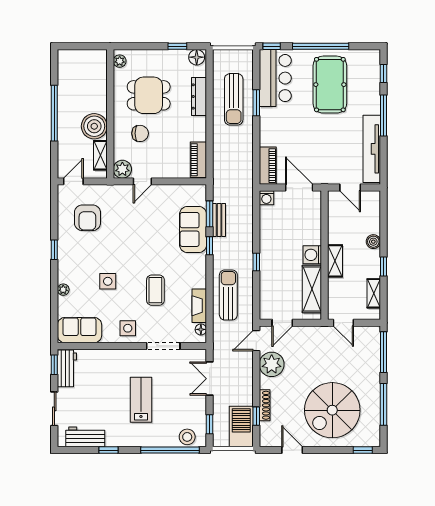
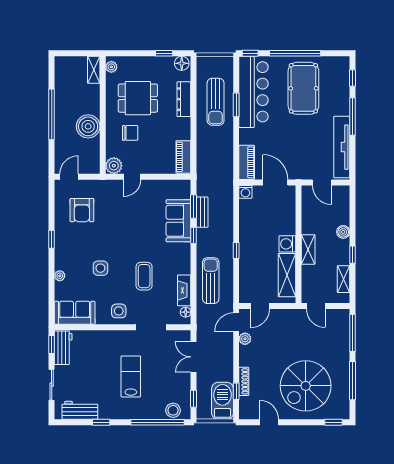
bar counter: (275, 78) -> (254, 92), width x1.36
shelving: (100, 155) -> (94, 70), moved
plant: (272, 364) -> (245, 339), width x0.53, depth x0.53

